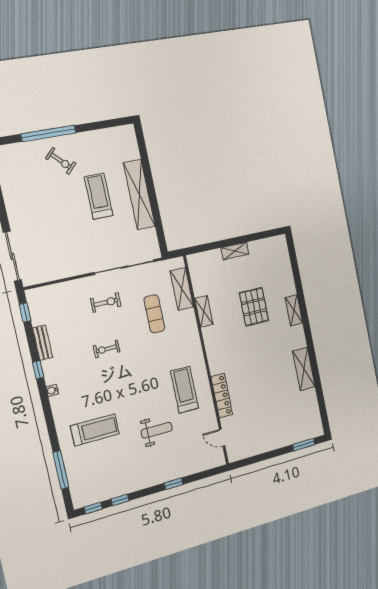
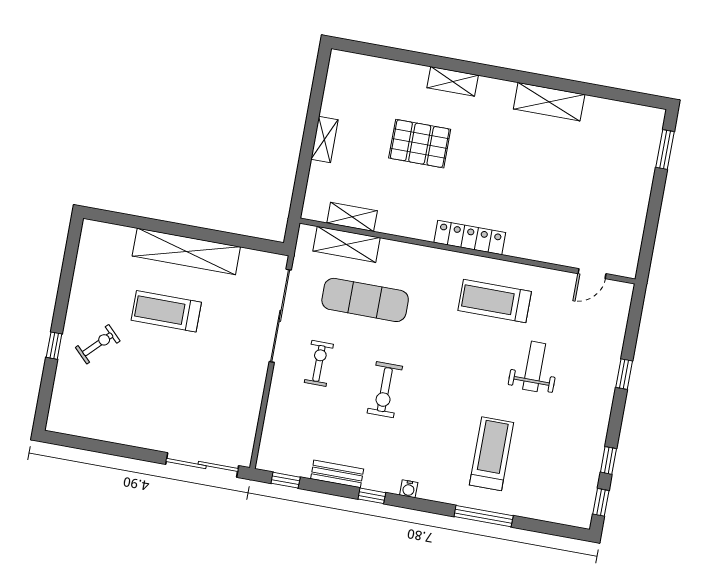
window: (48, 133) -> (54, 346), width x0.32
shelving: (204, 311) -> (352, 217), moved
exercise mat: (154, 314) -> (365, 300), width x1.36, depth x1.45
exercise bike: (106, 349) -> (385, 390), width x1.38, depth x1.39
locker: (222, 396) -> (470, 238), moved
window: (61, 470) -> (484, 516), moved

